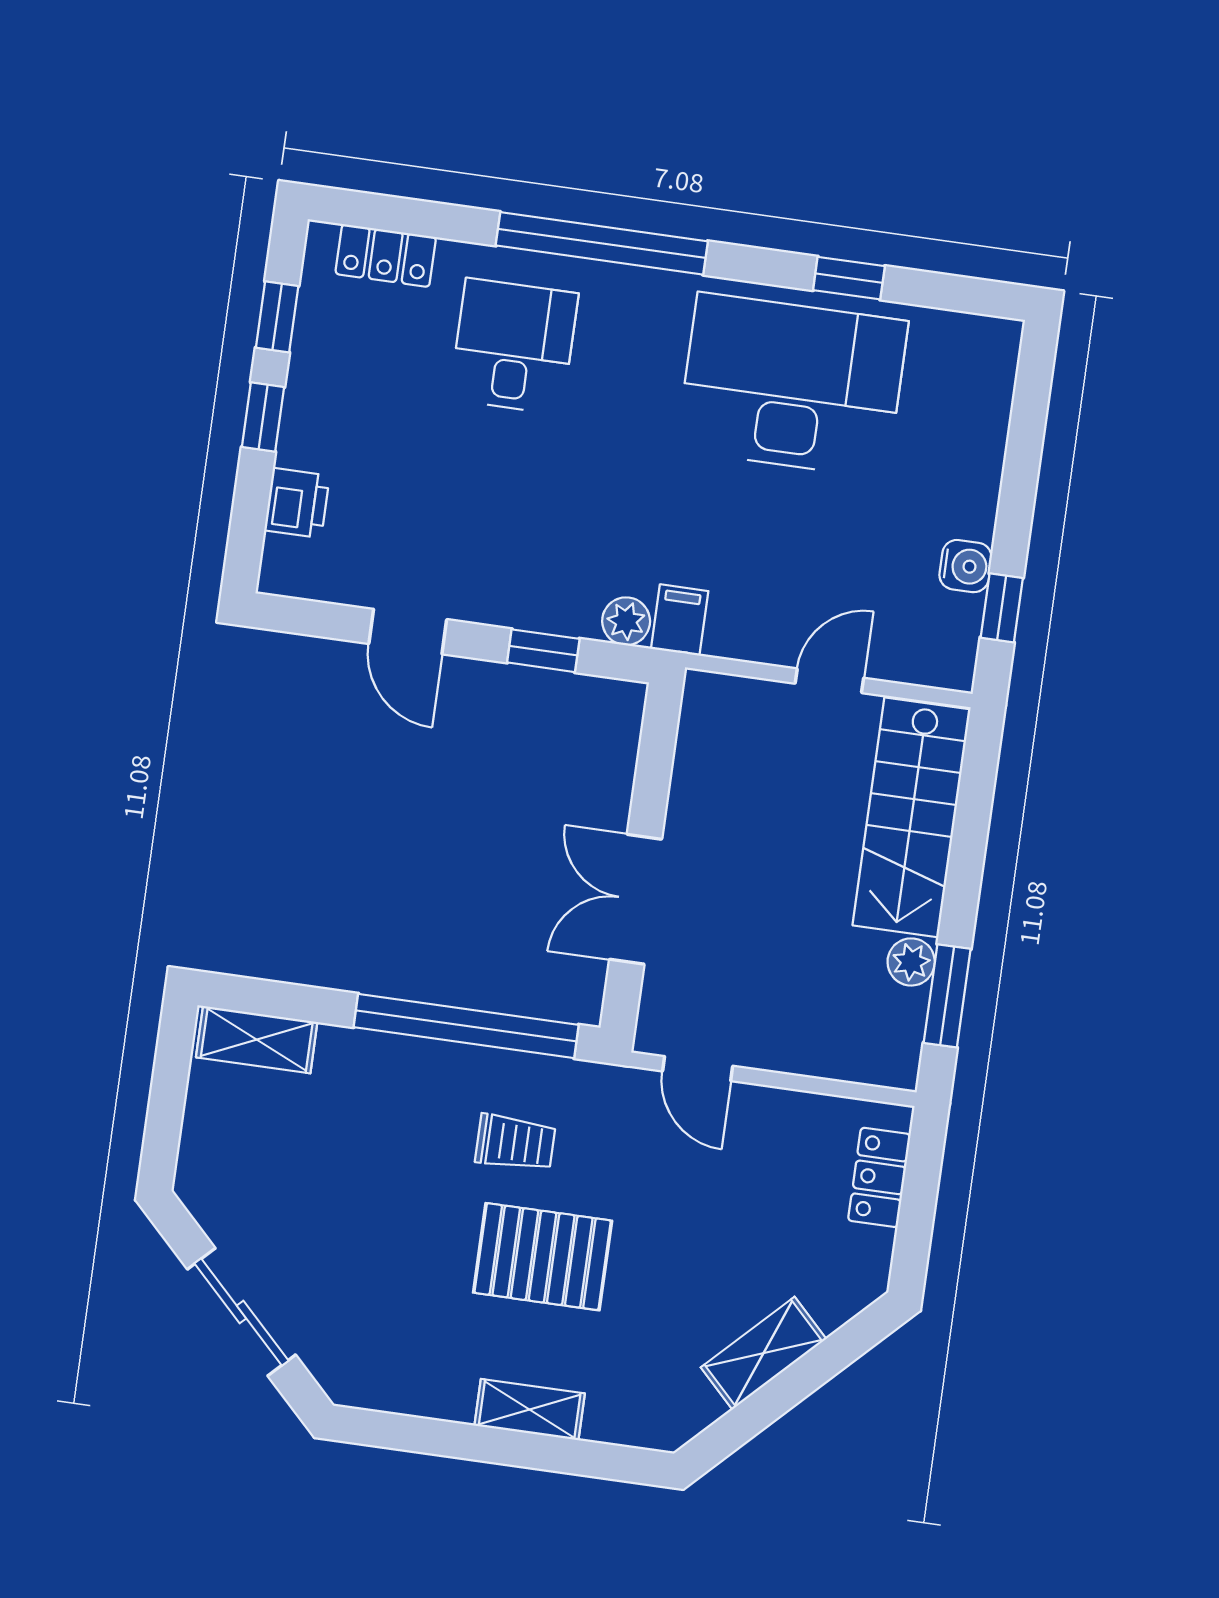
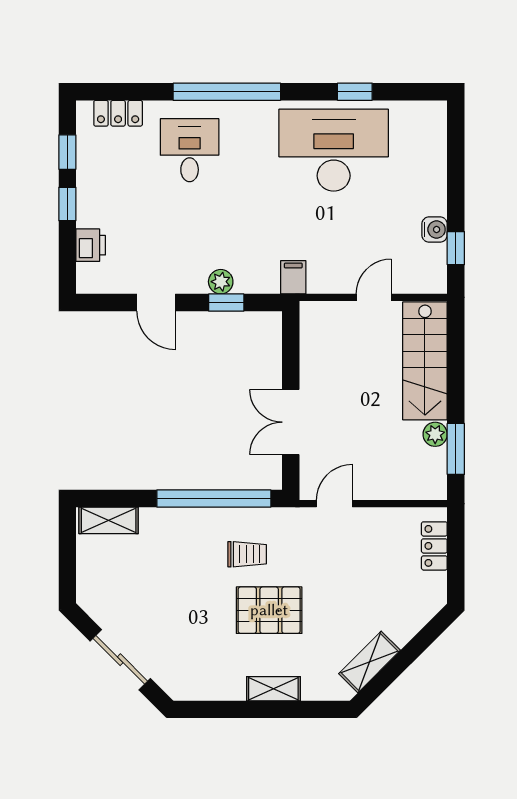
plant: (626, 621) -> (221, 282), moved
door: (698, 1069) -> (334, 504), swing flipped
shelving: (763, 1353) -> (369, 662), moved

